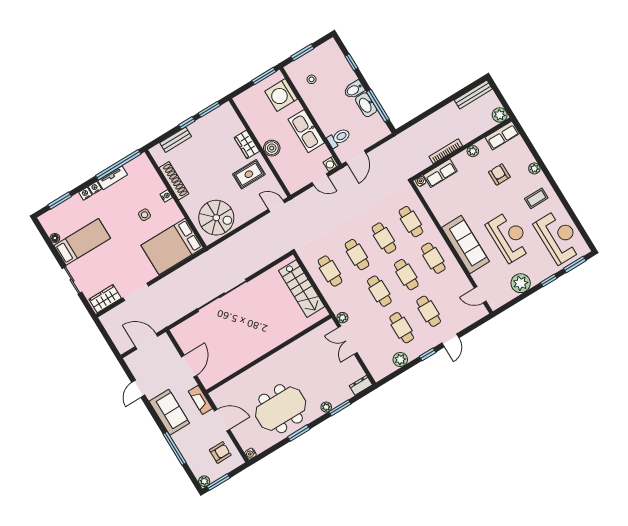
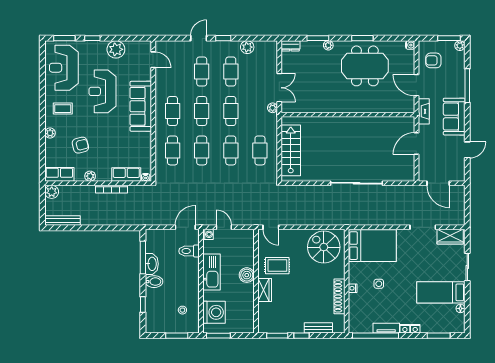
armchair: (499, 174) -> (80, 145), turned -104

